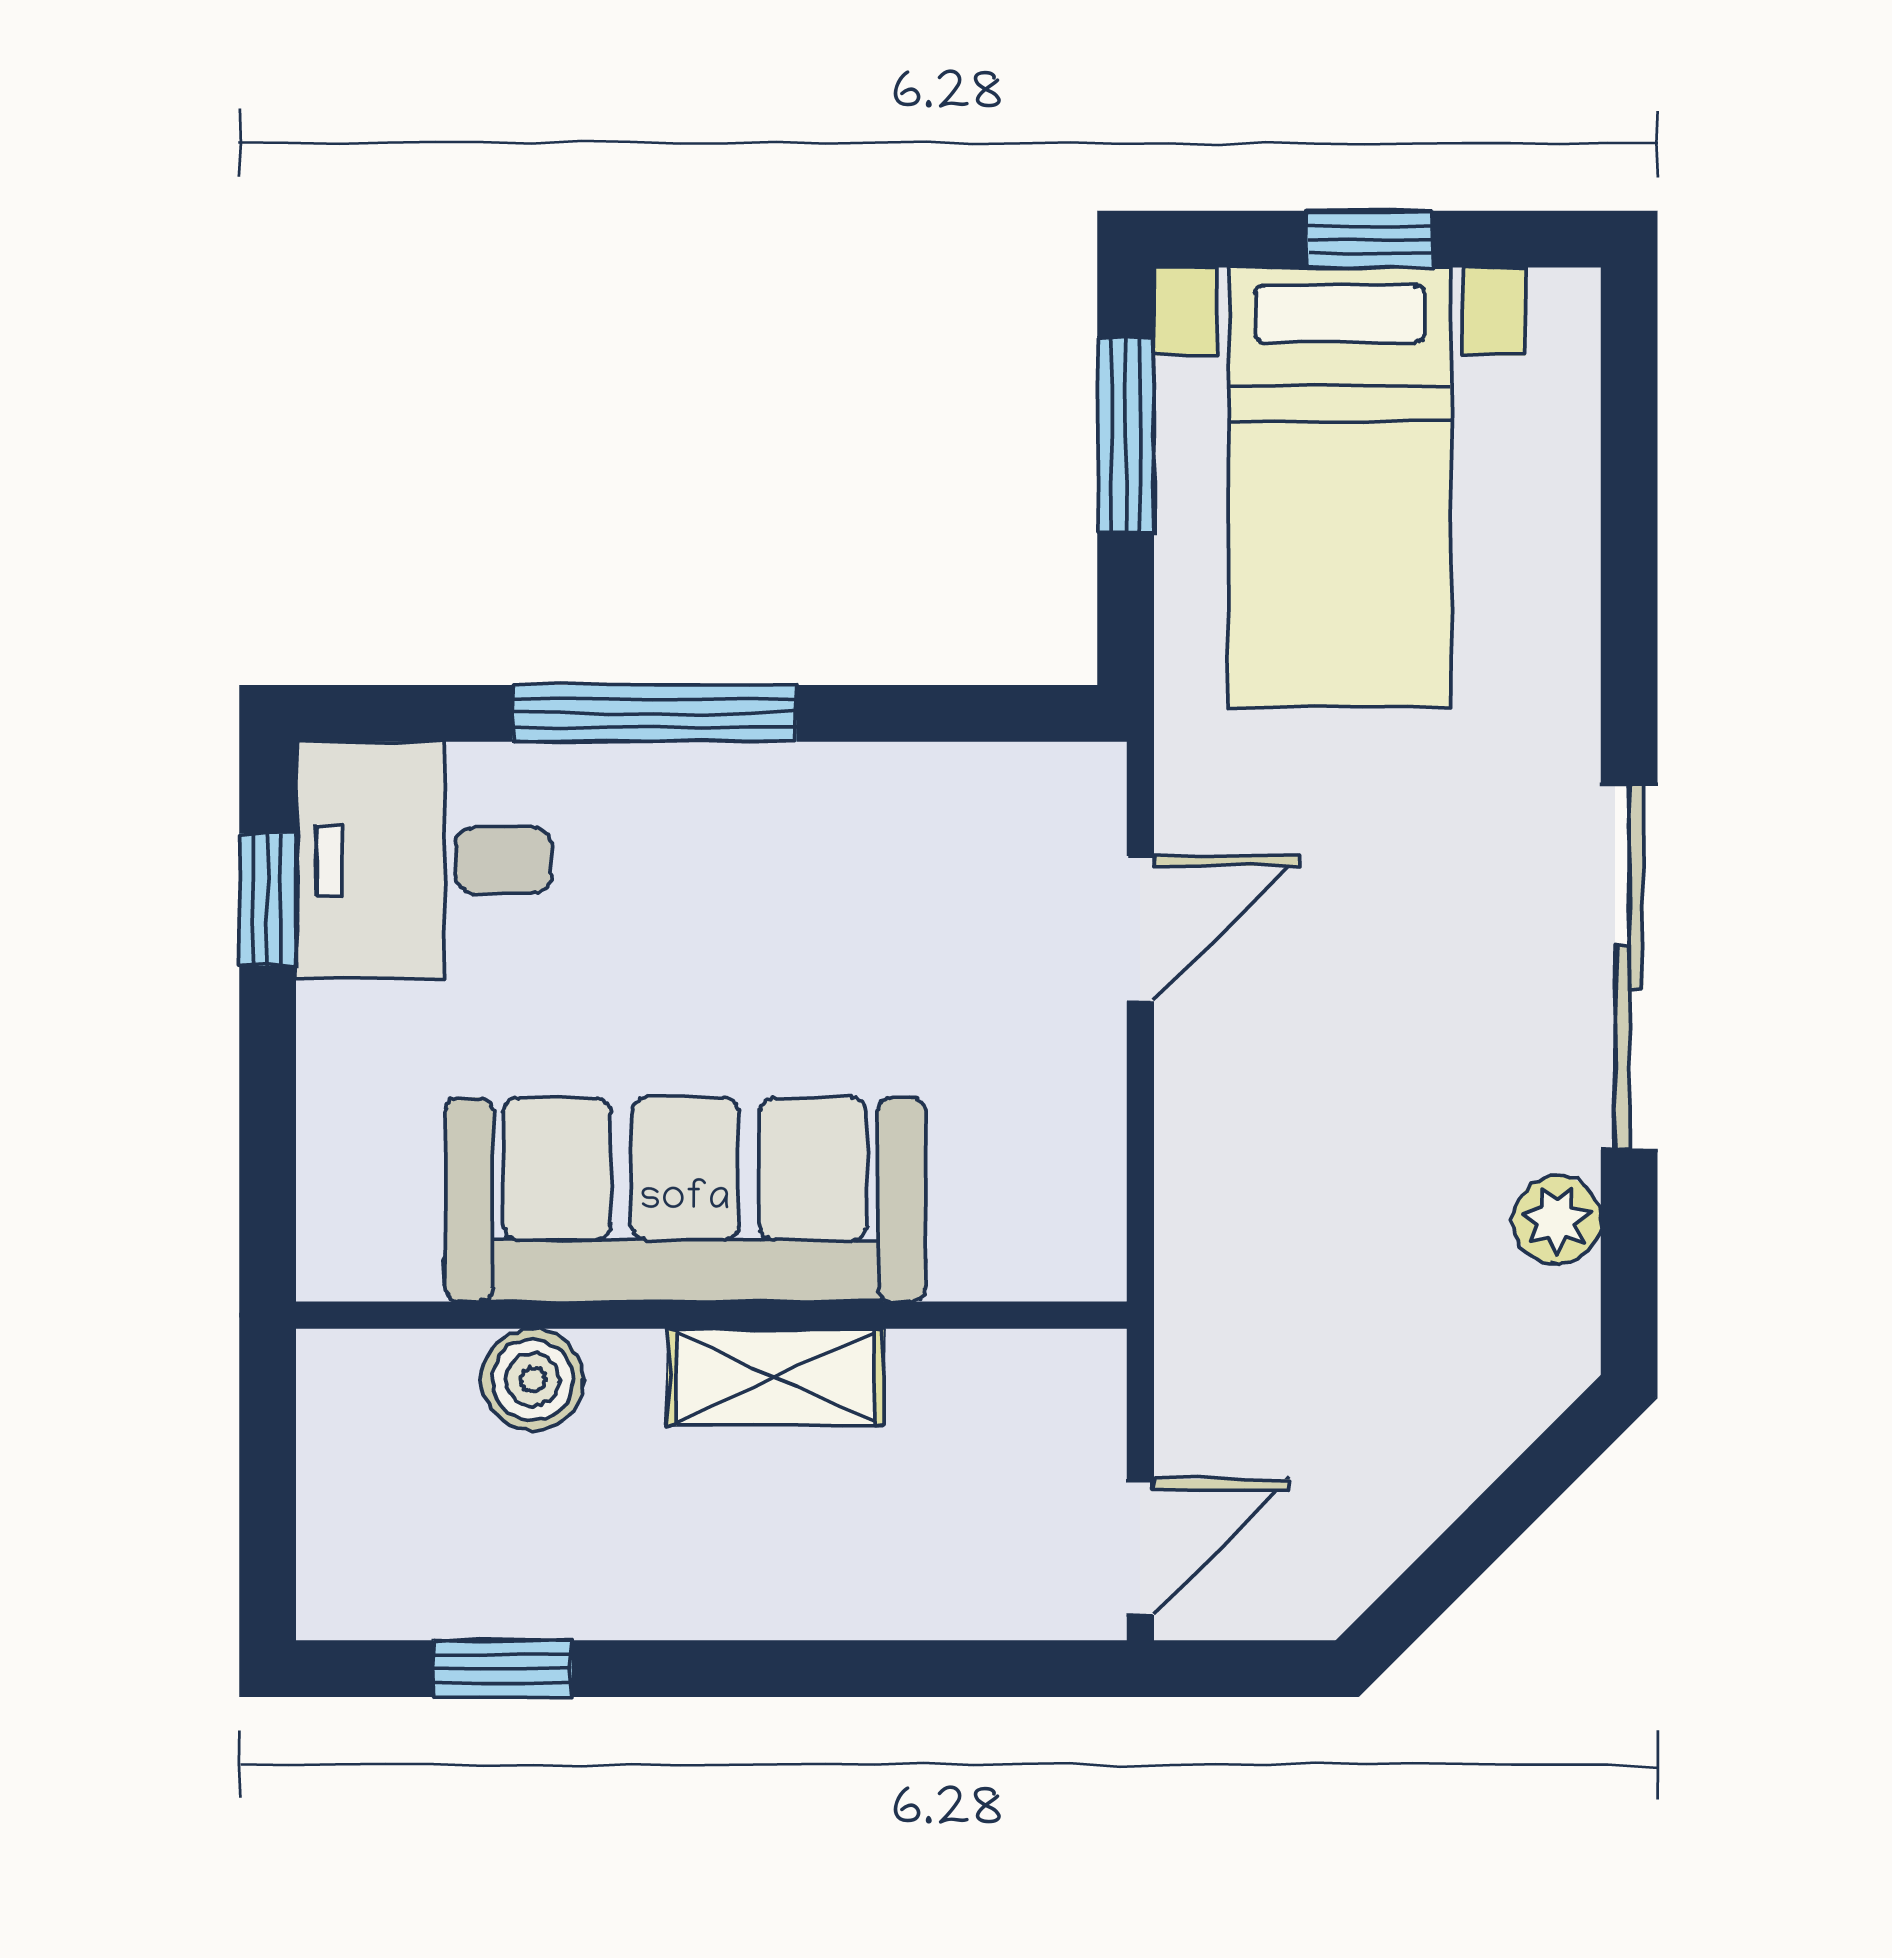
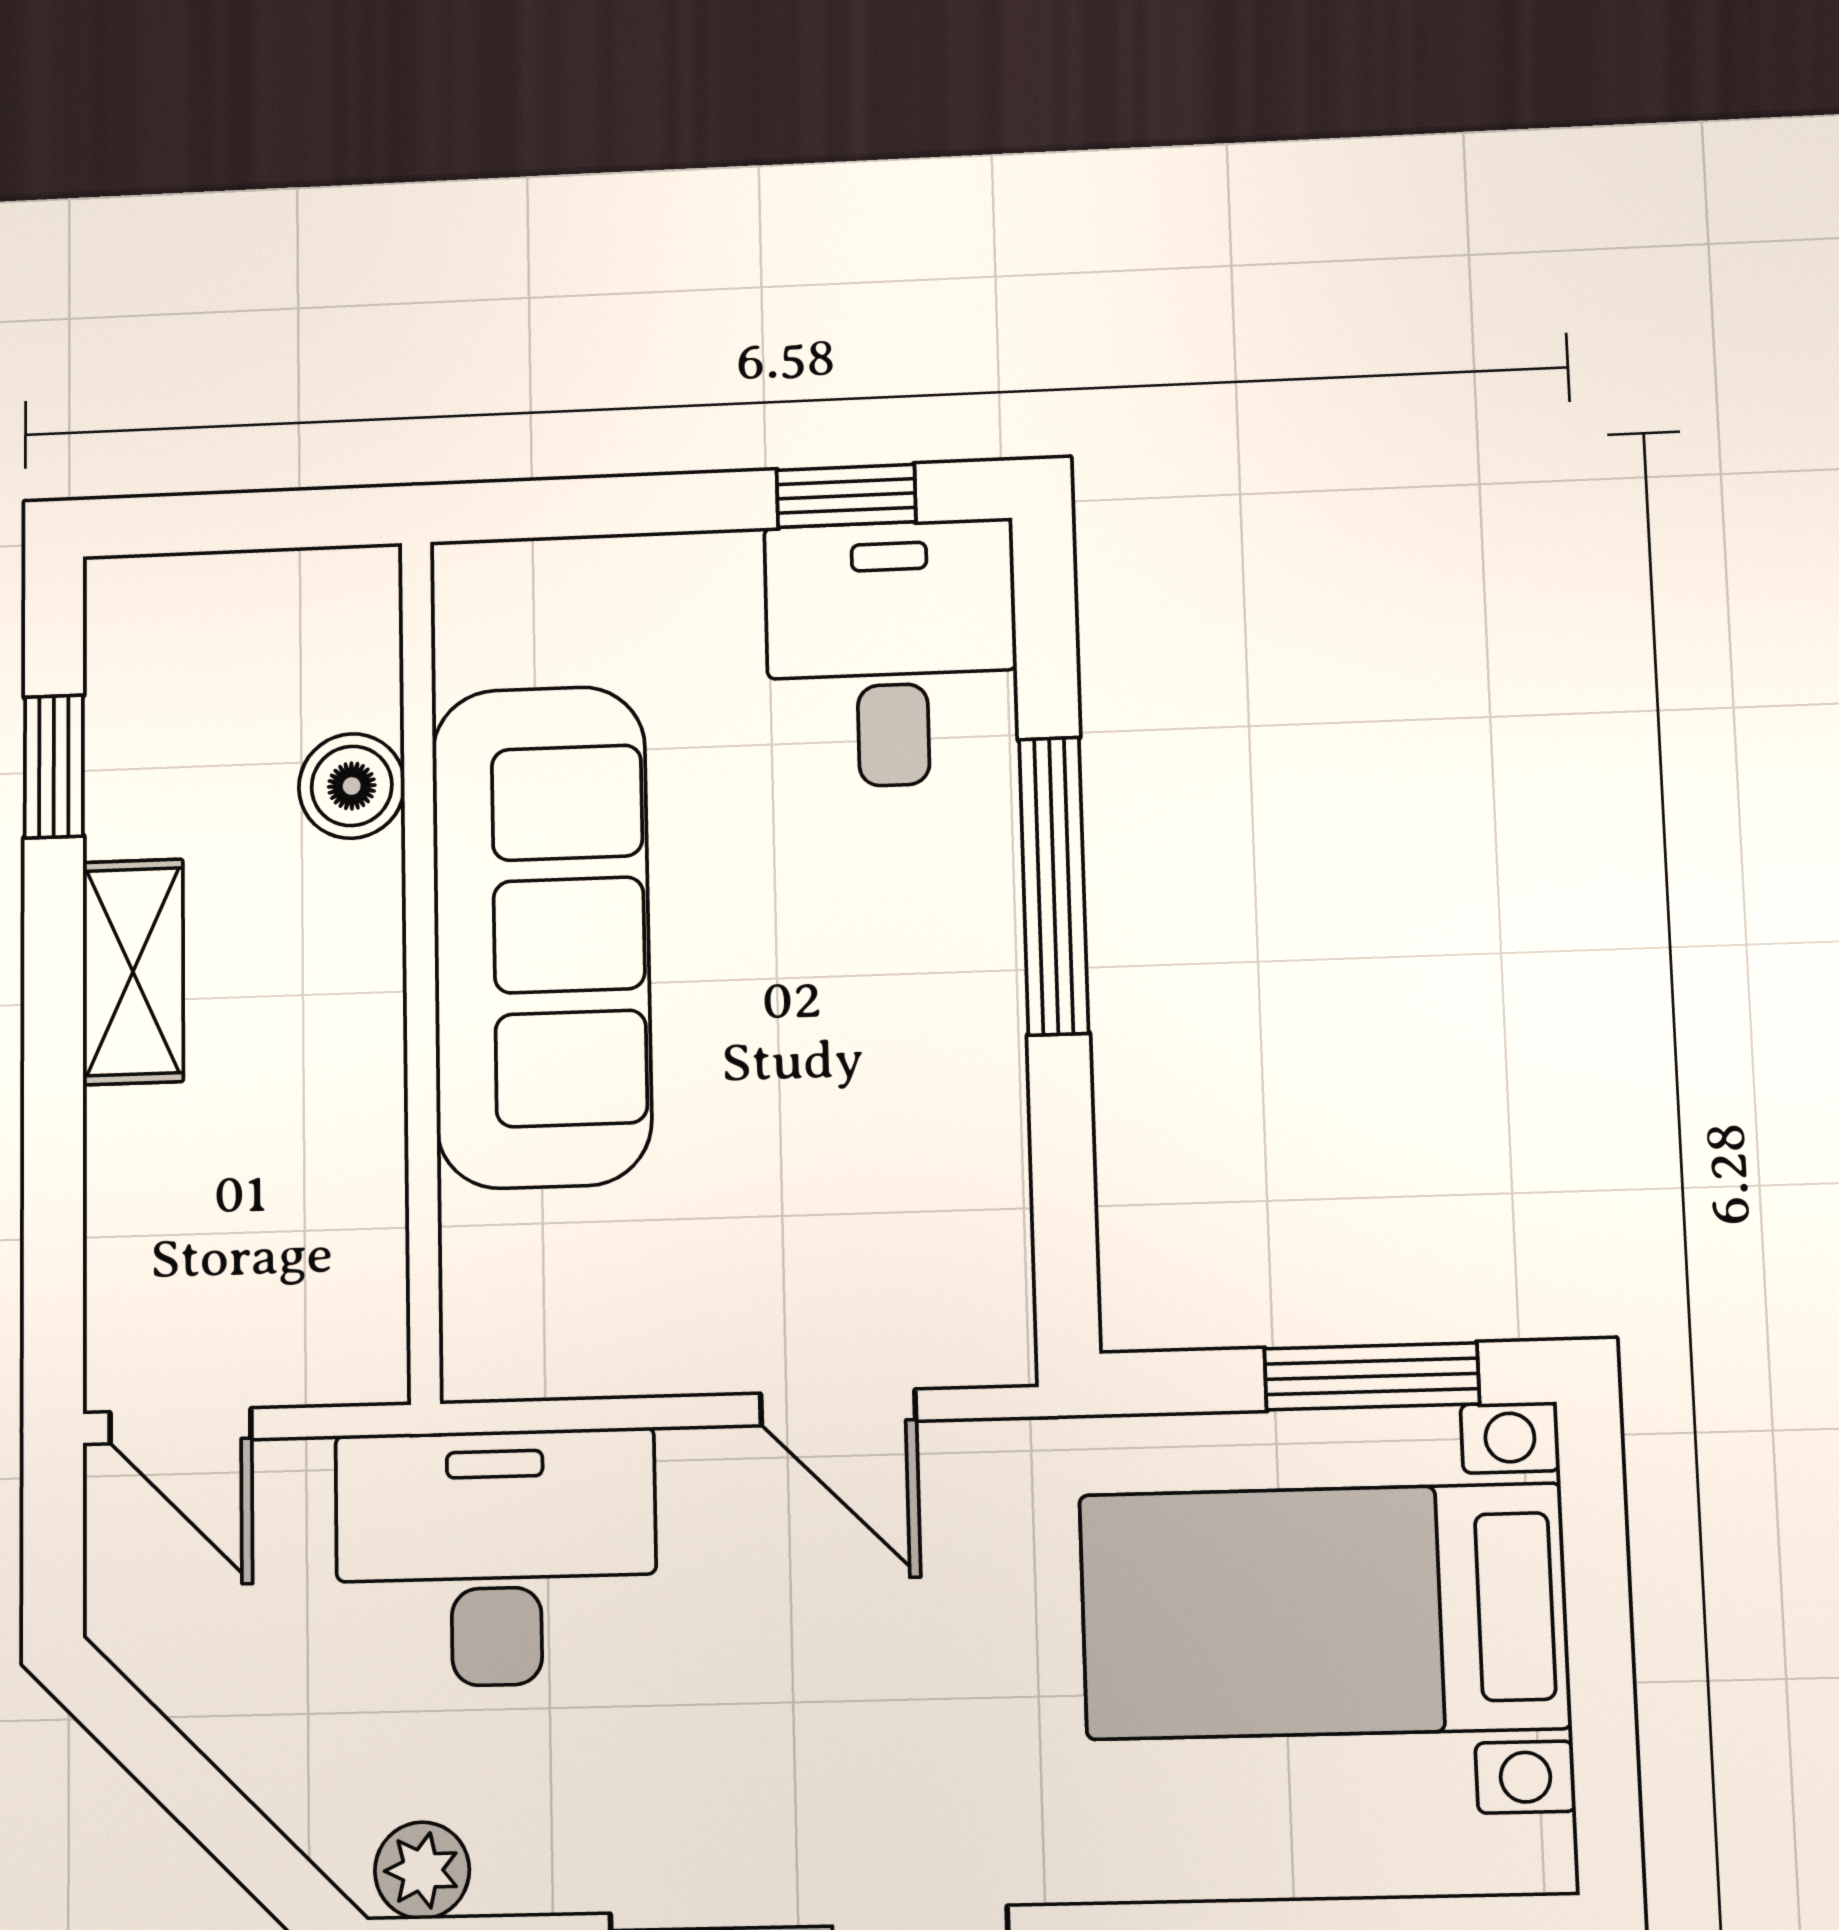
window: (1370, 239) -> (1599, 1637), removed
plant: (1557, 1220) -> (422, 1870), moved
desk: (1271, 1251) -> (496, 1558), added
shelving: (776, 1377) -> (133, 972), moved

